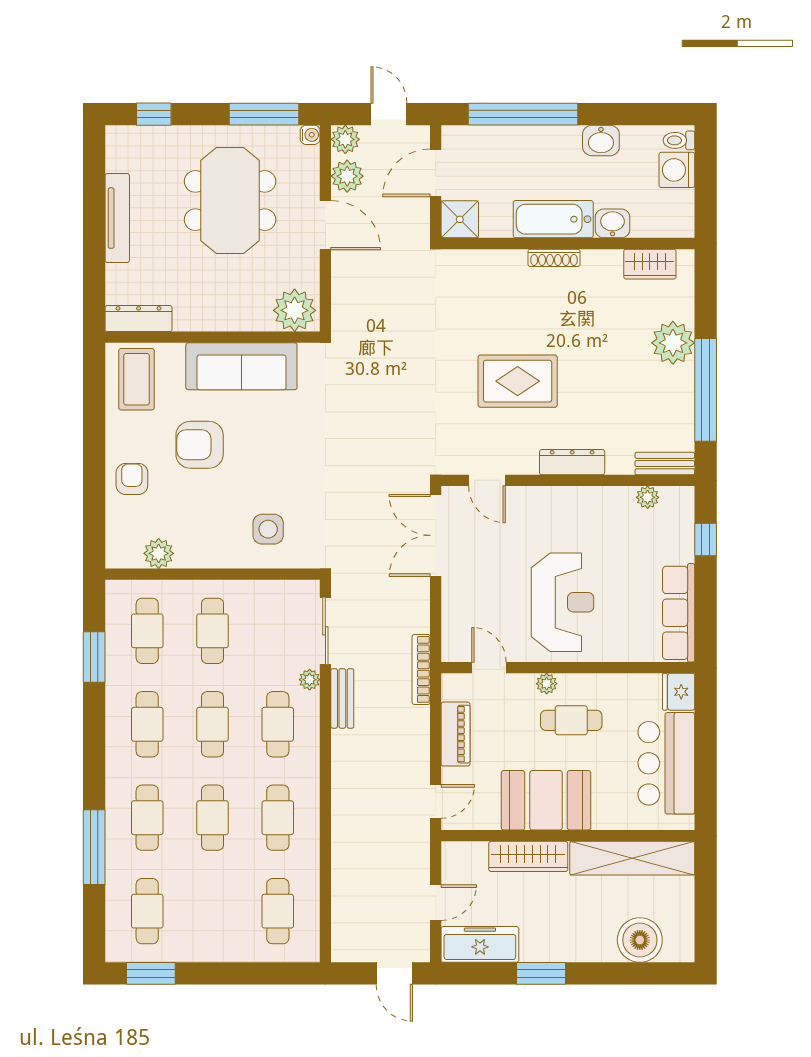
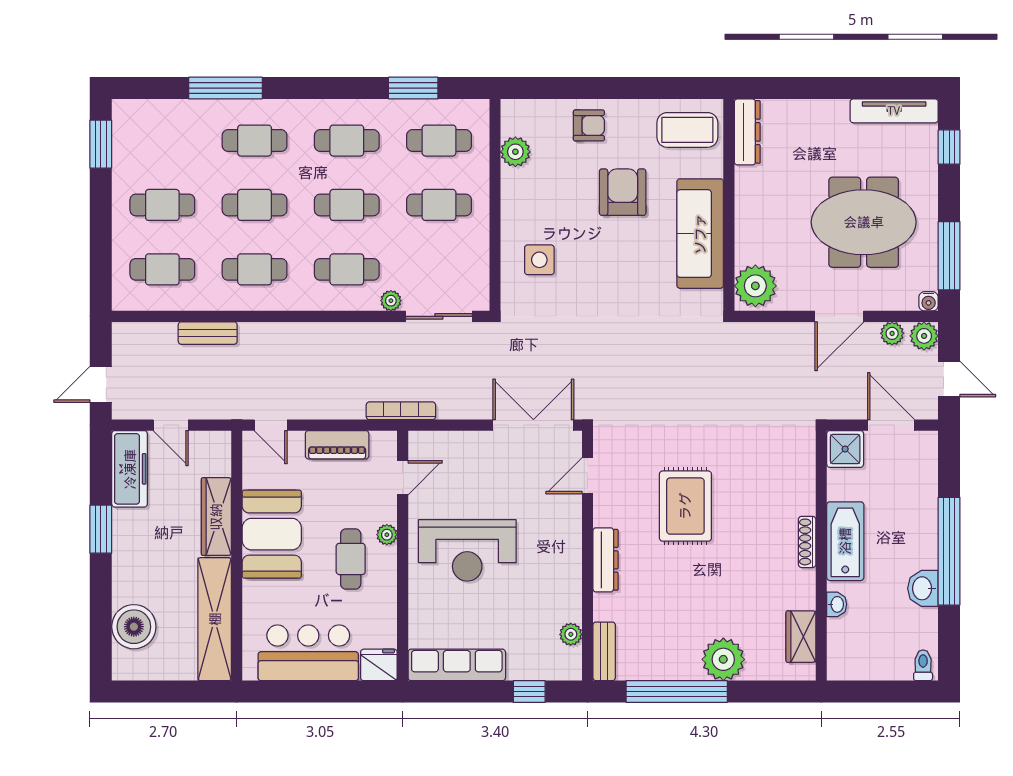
door: (389, 114) -> (949, 379), hinge flipped
window: (523, 114) -> (949, 551), moved
washing machine: (677, 170) -> (894, 663), removed
plant: (347, 176) -> (892, 333), width x0.73, depth x0.73
tv unit: (117, 218) -> (894, 111), moved
washbasin: (612, 223) -> (837, 604), width x0.72, depth x0.69
bench: (342, 698) -> (208, 333), moved
cafe table: (147, 911) -> (162, 205), moved

